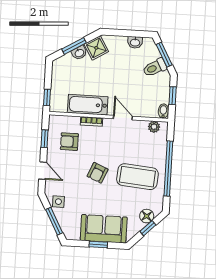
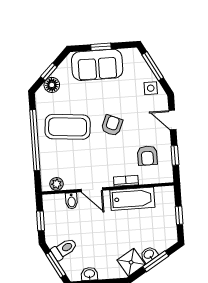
window: (47, 97) -> (179, 215), moved
bidet: (163, 111) -> (72, 201), moved
armchair: (69, 142) -> (147, 156), turned 90

